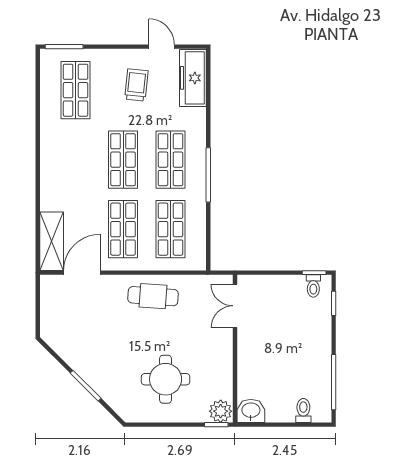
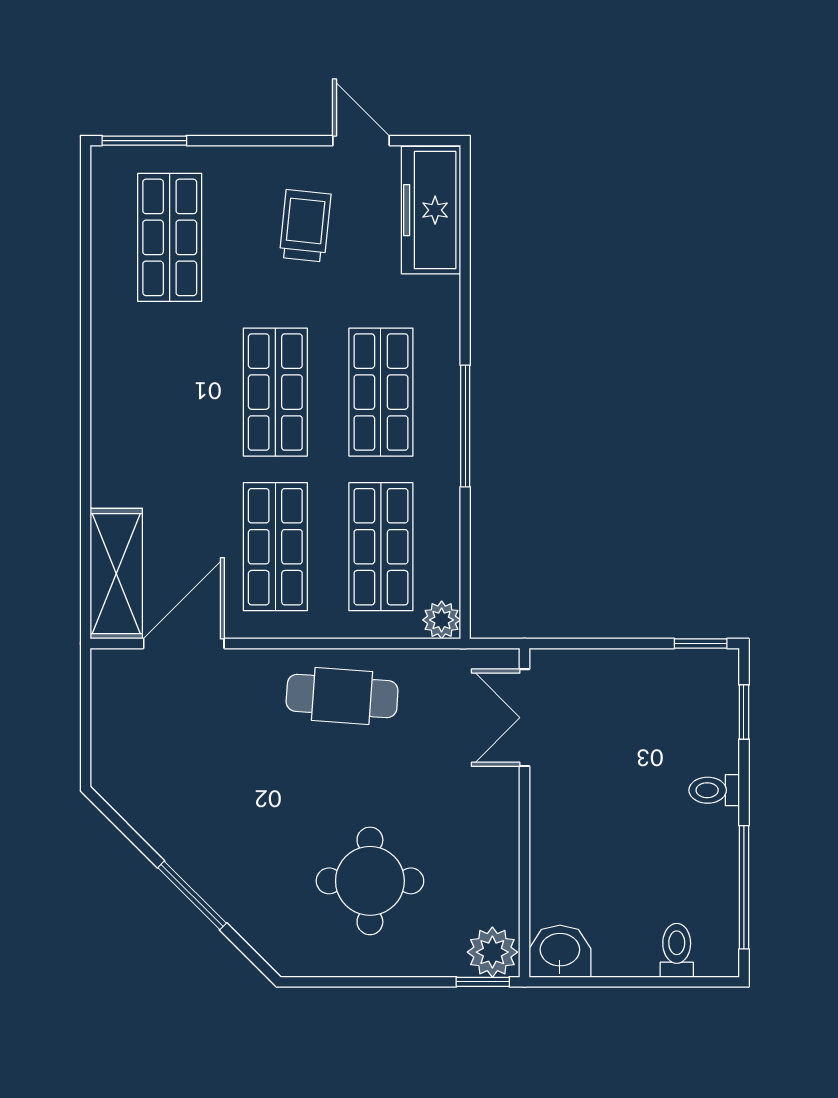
plant: (198, 262) -> (442, 620), added
toilet: (313, 286) -> (714, 790), moved, turned 90

